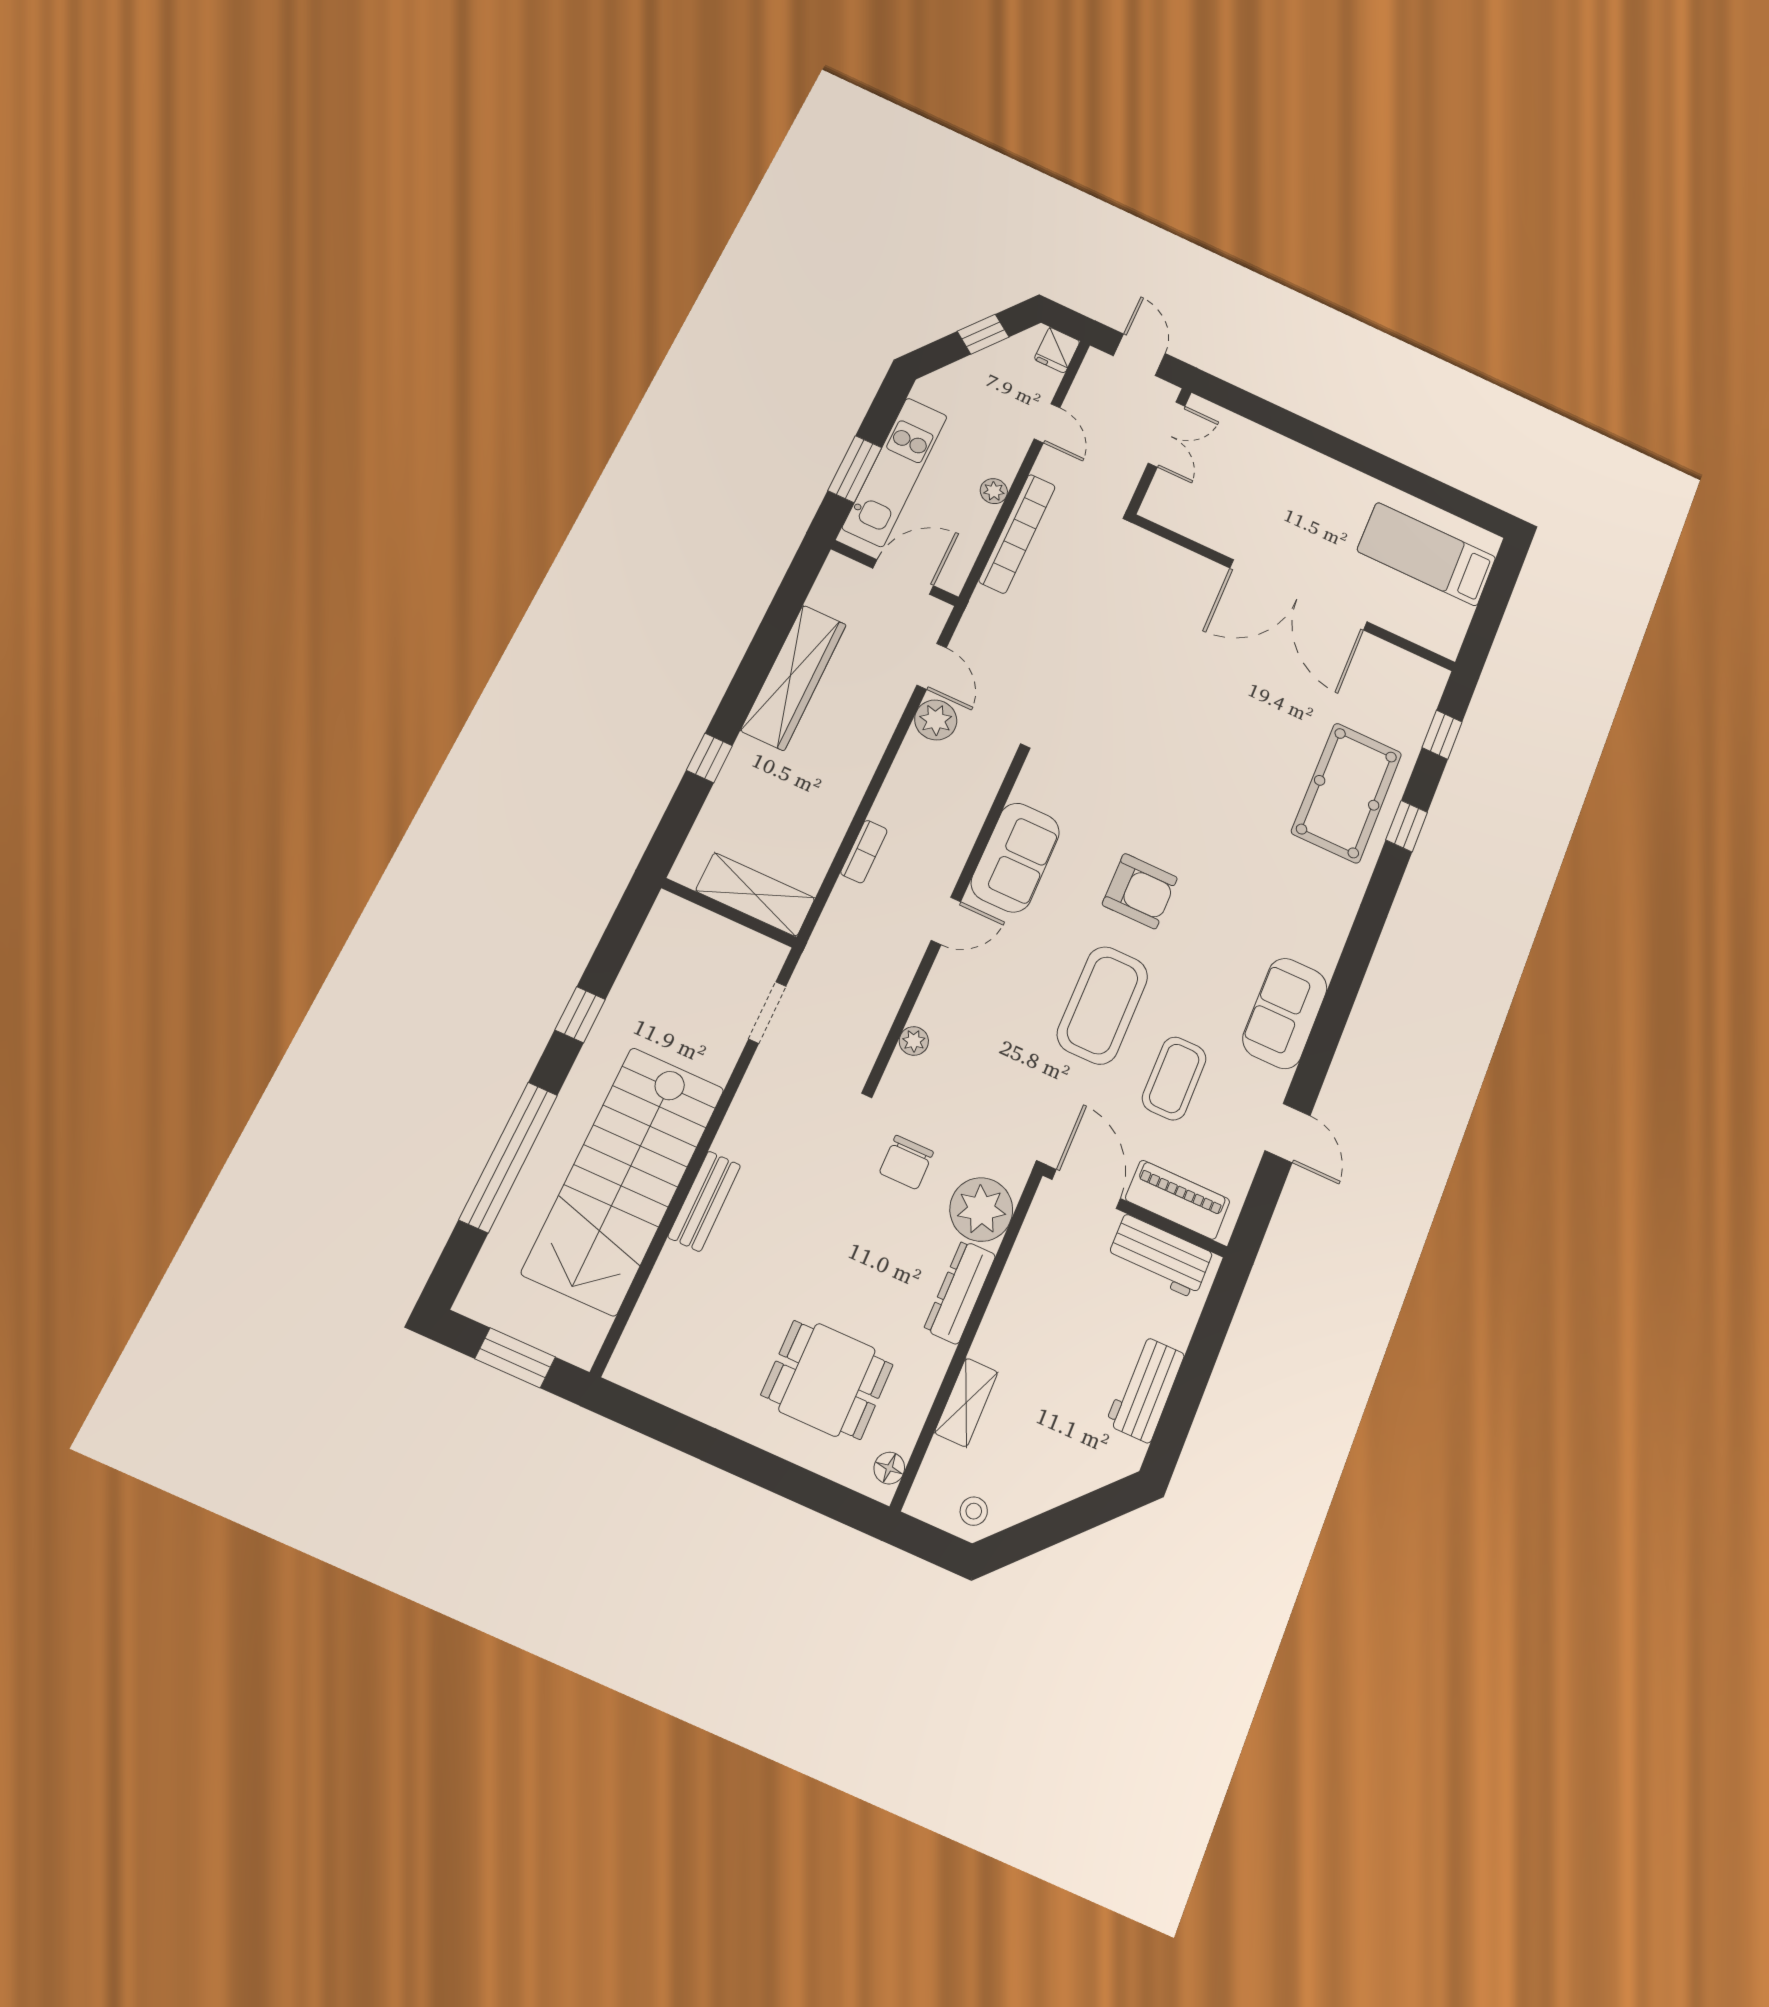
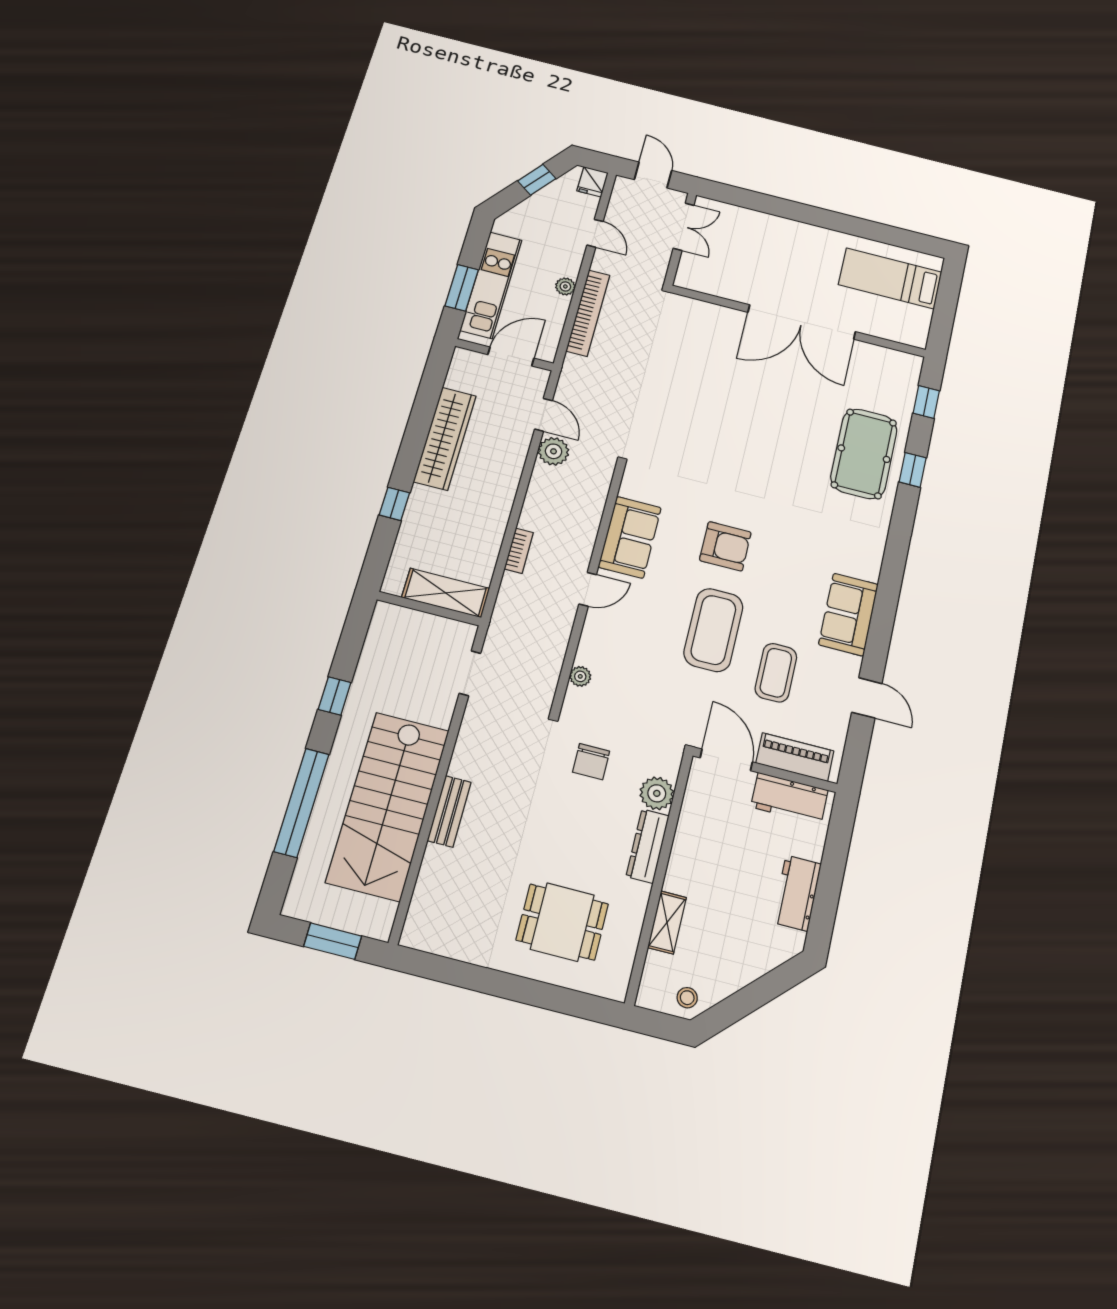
plant: (981, 1209) -> (657, 793), width x0.73, depth x0.73
floor lamp: (889, 1468) -> (619, 977), removed

